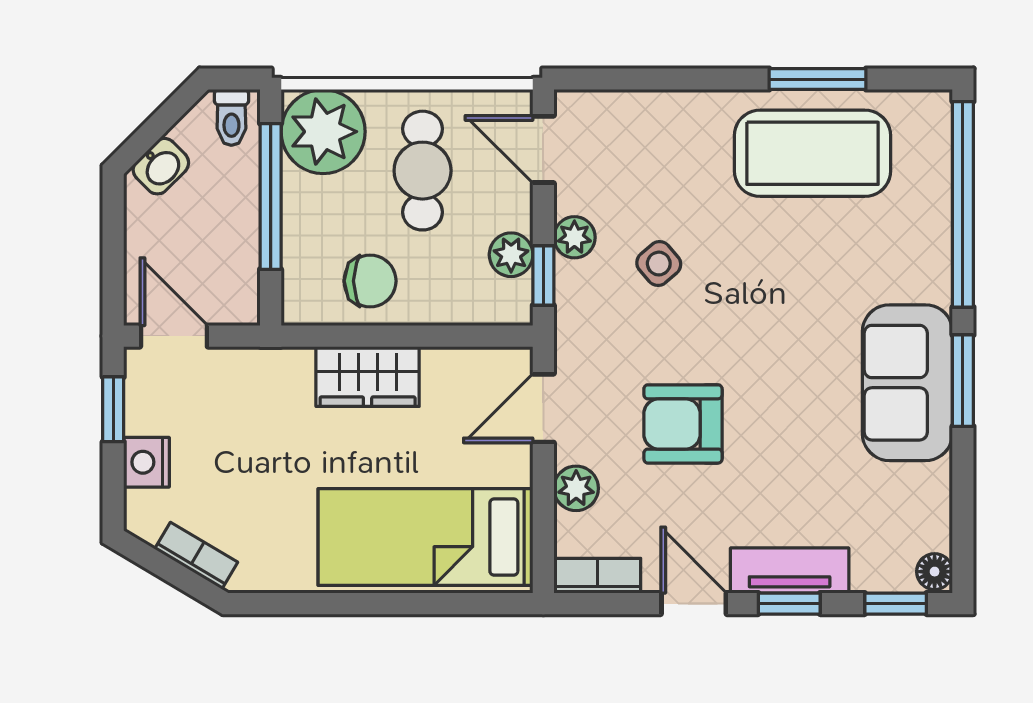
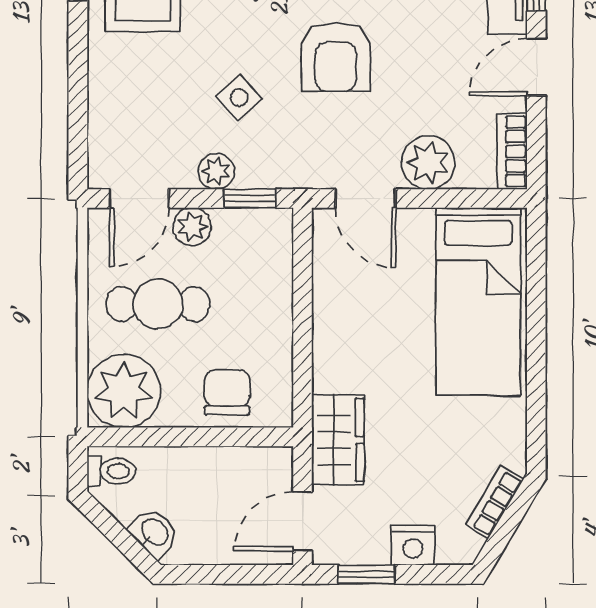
window: (271, 196) -> (181, 437), removed
plant: (511, 255) -> (192, 227), moved
chair: (370, 281) -> (227, 392), moved
wardrobe: (368, 376) -> (338, 440), moved
armchair: (683, 424) -> (336, 57), moved
plant: (576, 488) -> (428, 163), width x1.38, depth x1.38

